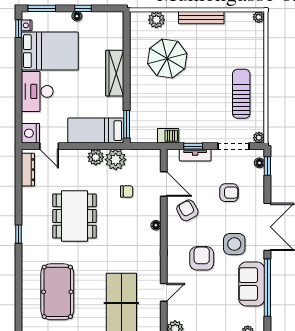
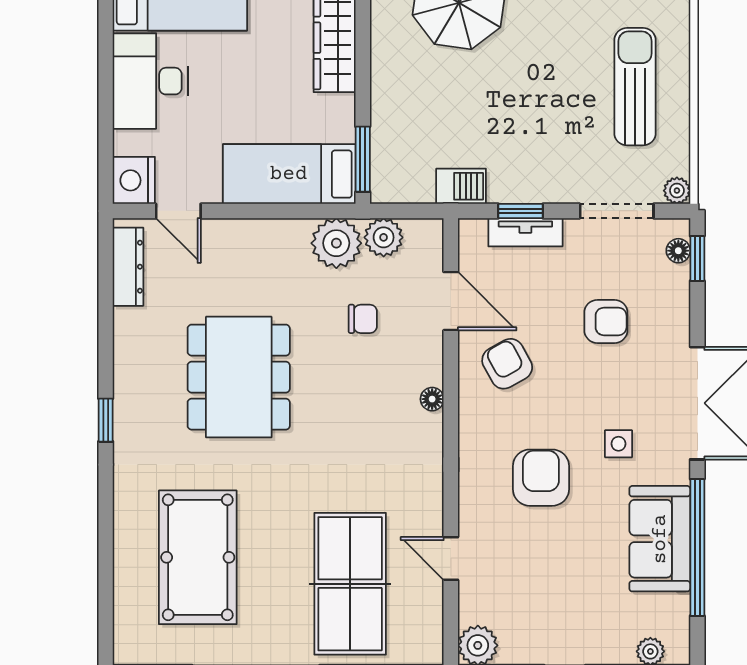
plant: (96, 157) -> (384, 237), moved
side table: (234, 244) -> (618, 444), width x0.54, depth x0.54
door: (164, 292) -> (451, 559), swing flipped

